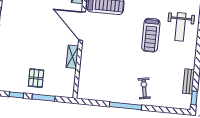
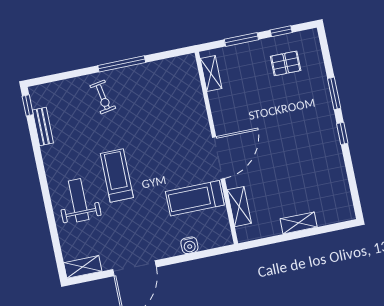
door: (82, 26) -> (218, 158), hinge flipped
shelving: (72, 57) -> (211, 73), moved
pallet: (36, 78) -> (286, 63), moved, turned 90

